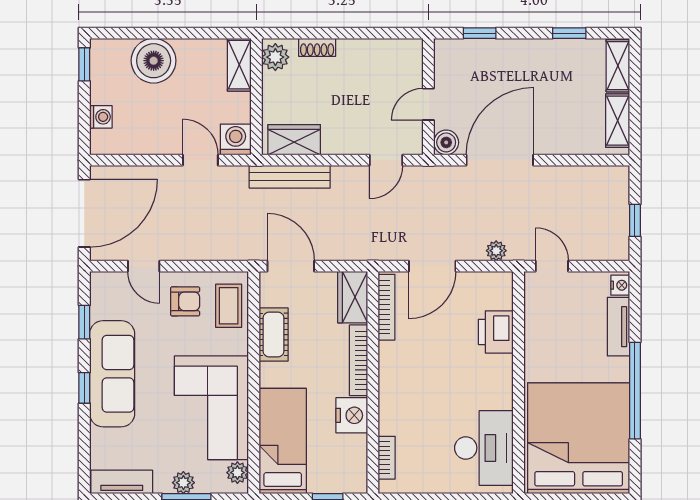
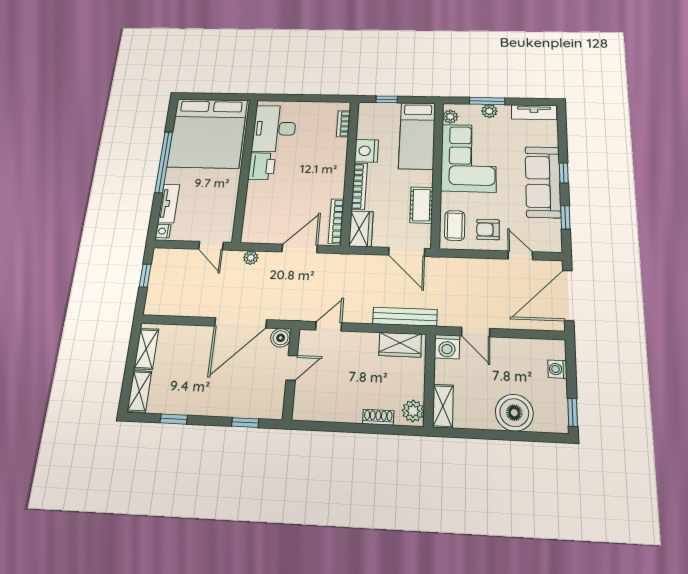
printer: (496, 332) -> (262, 166), moved

